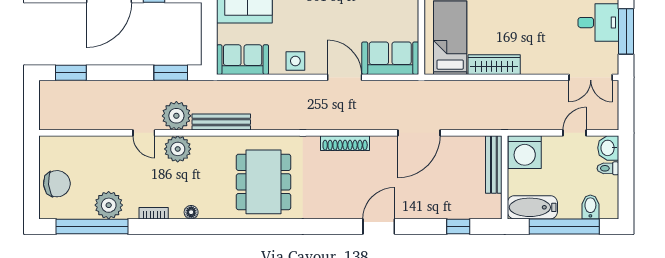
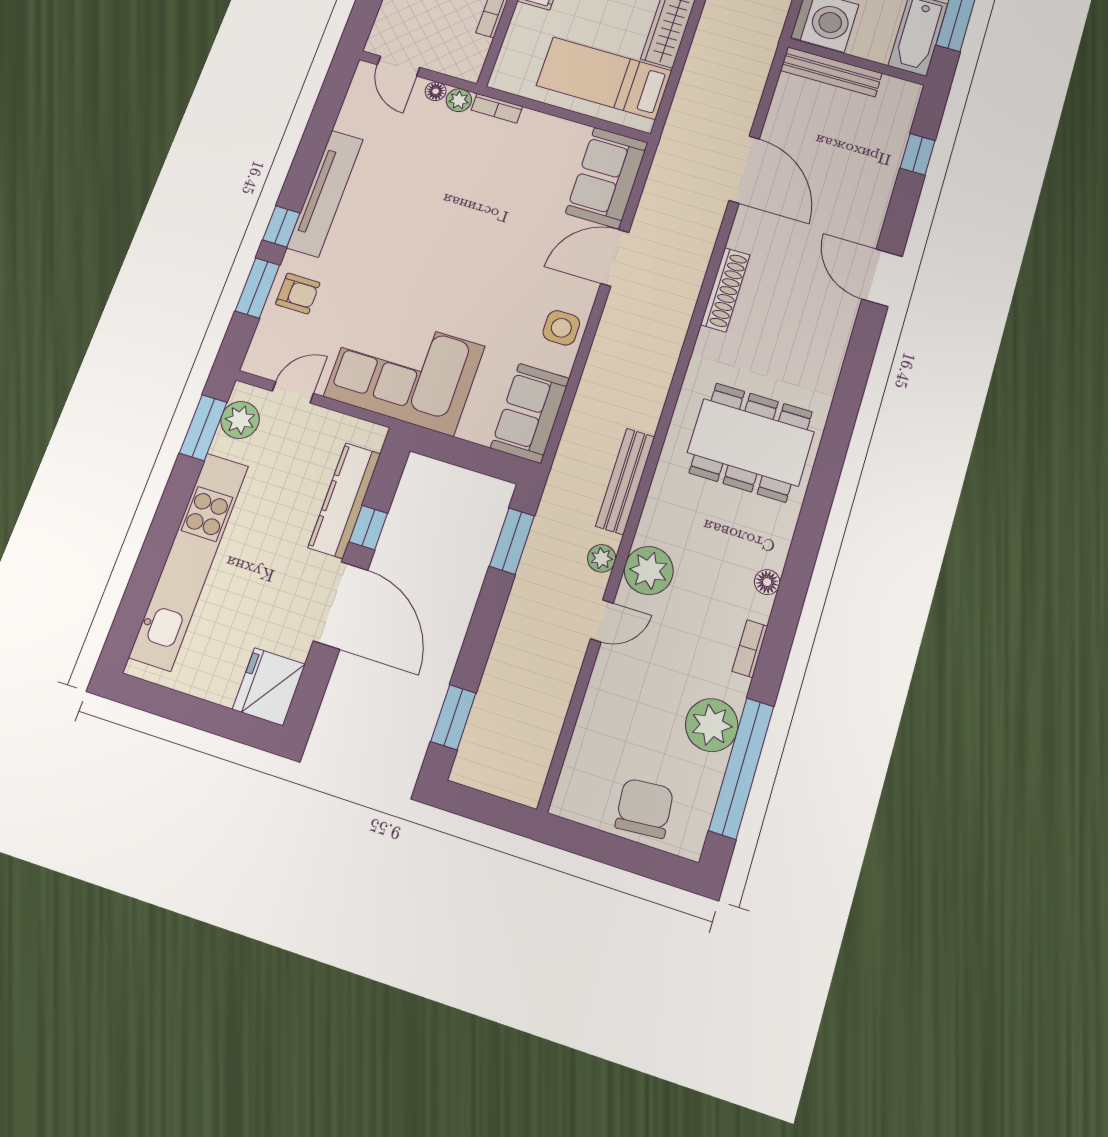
plant: (176, 116) -> (602, 558), width x0.53, depth x0.53

